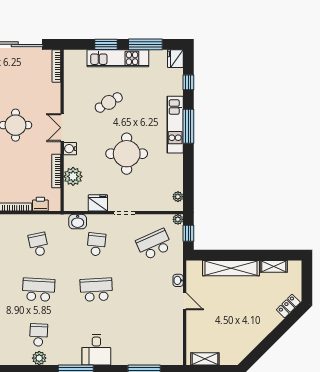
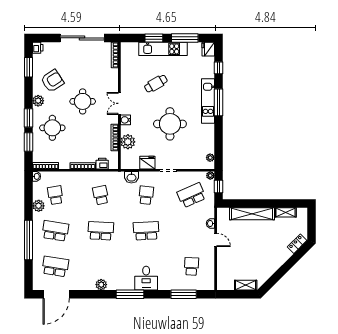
school desk: (39, 335) -> (191, 266), moved
shelving: (205, 359) -> (246, 285), moved

